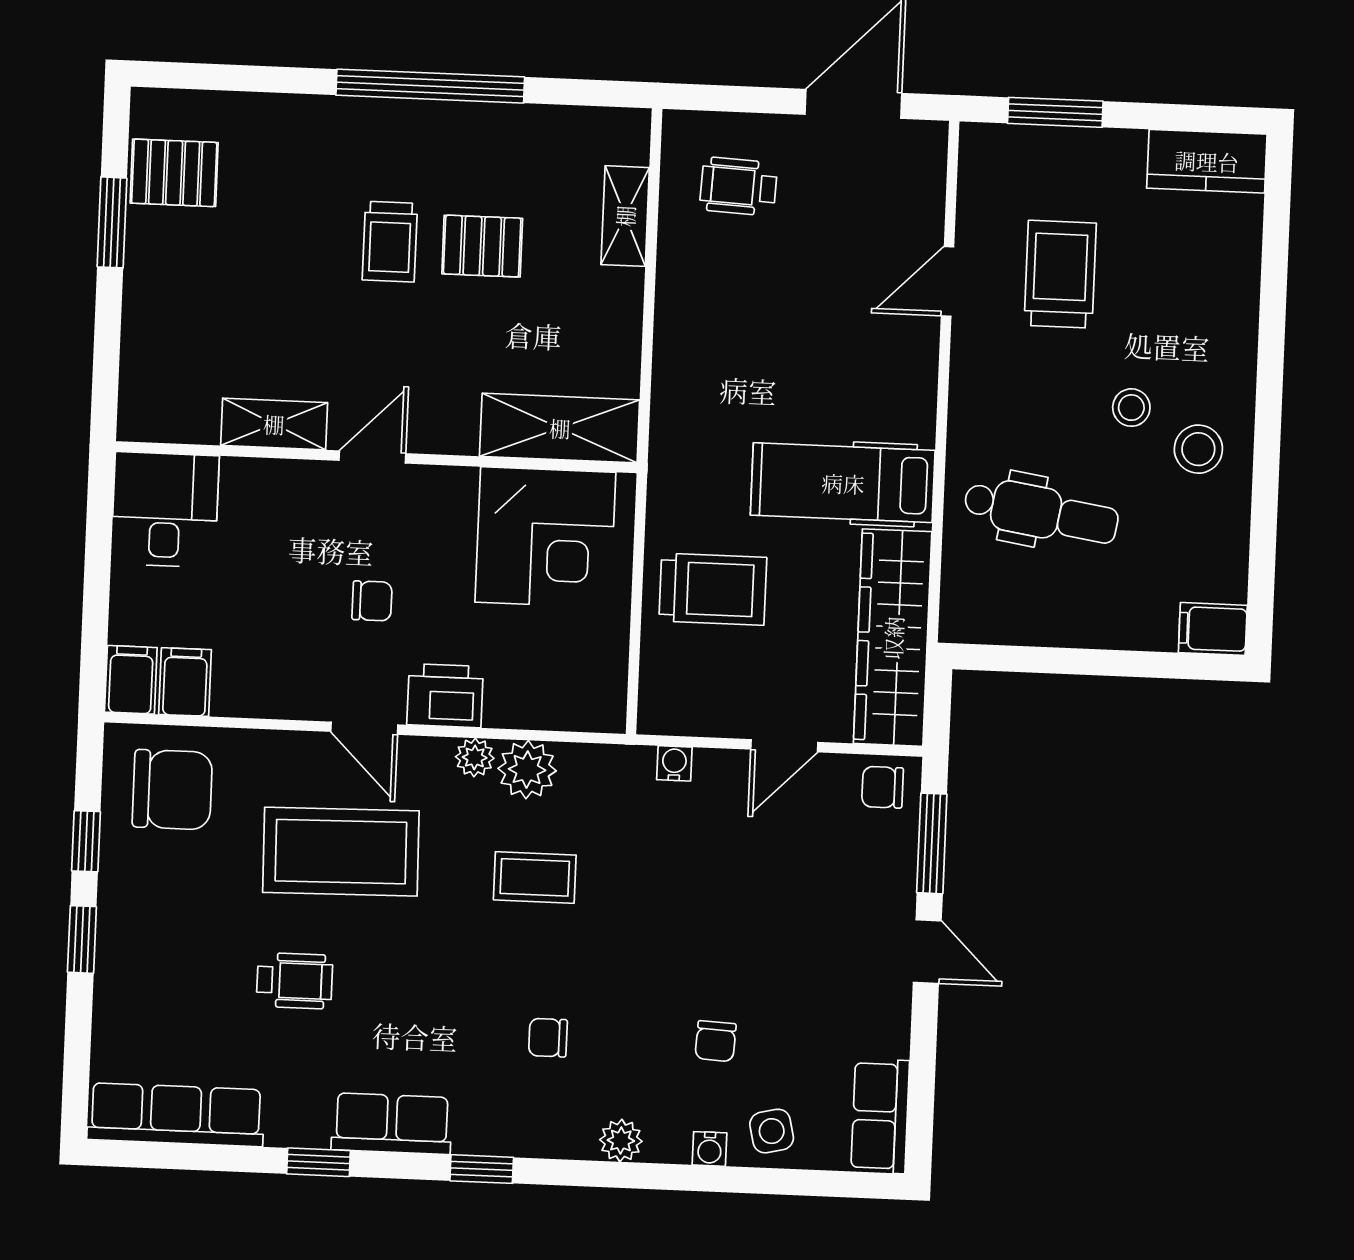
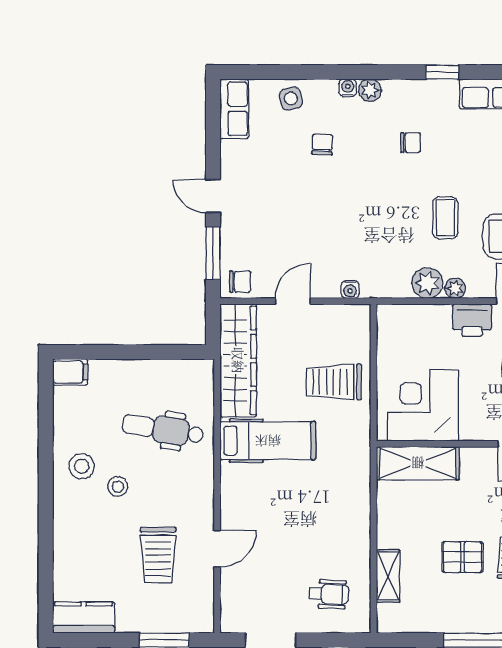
coffee table: (535, 877) -> (445, 218), moved, turned 90
water cooler: (710, 1149) -> (348, 88), moved

